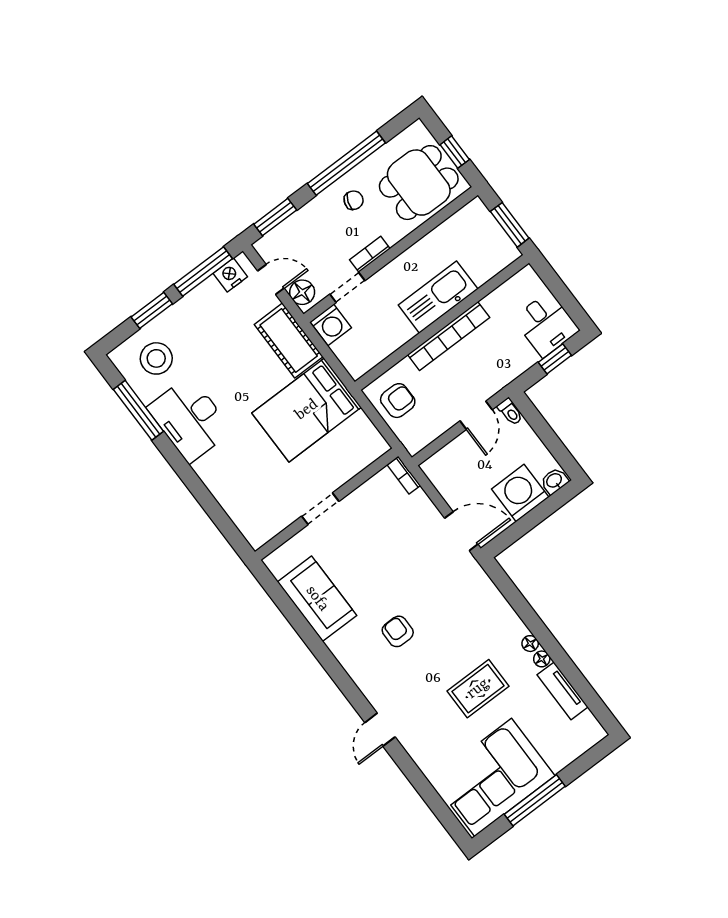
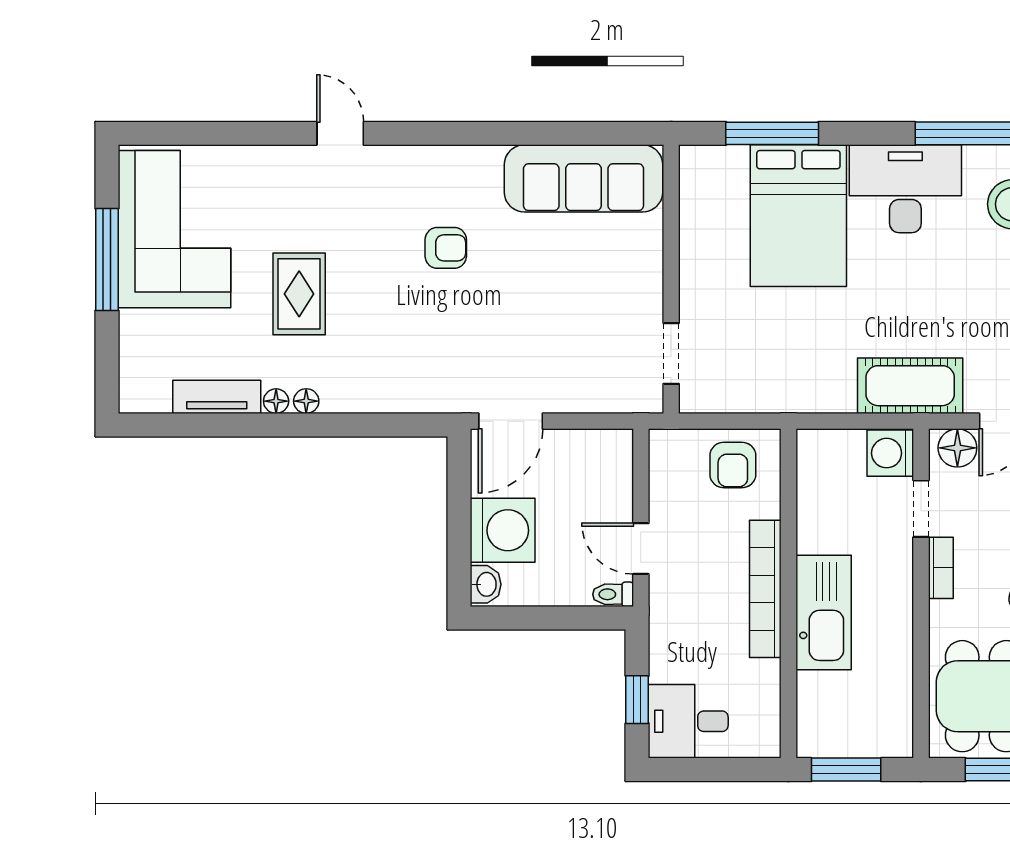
bed: (307, 410) -> (798, 216), moved, turned 180
bookcase: (404, 475) -> (634, 402), removed
window: (213, 509) -> (772, 133), added
doorway: (320, 509) -> (671, 353), moved
sofa: (317, 599) -> (583, 178), width x1.36

